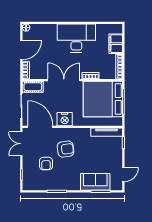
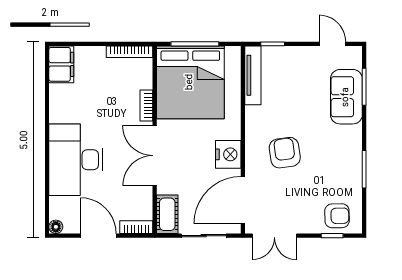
desk: (76, 38) -> (76, 160), moved
filing cabinet: (116, 44) -> (61, 64), moved, turned -90
armchair: (46, 164) -> (337, 216), moved

